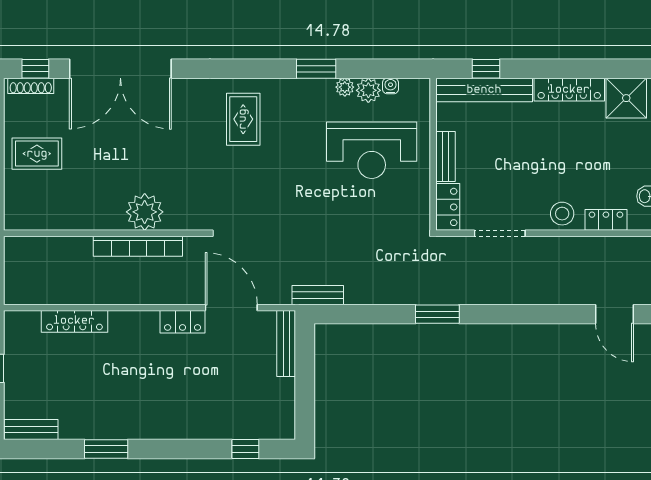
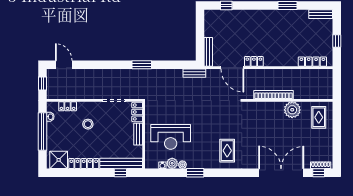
reception desk: (372, 150) -> (171, 137), turned 180
rug: (37, 154) -> (319, 117), moved, turned 90
plant: (145, 212) -> (292, 110), moved
stool: (562, 214) -> (88, 124), moved
locker: (74, 321) -> (312, 62), moved

